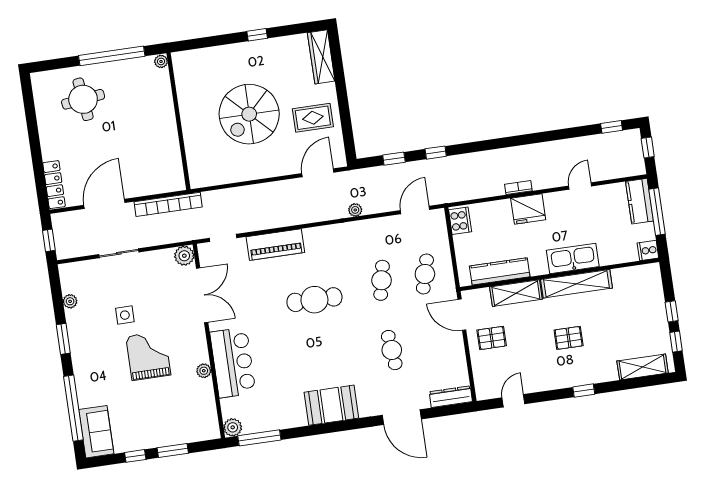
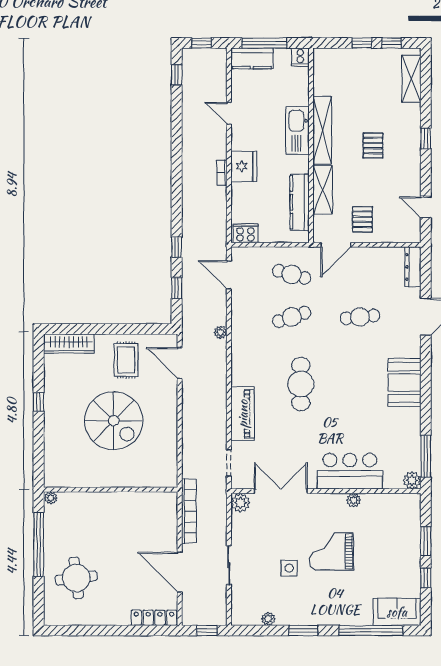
cafe table: (382, 280) -> (292, 317), turned -30

